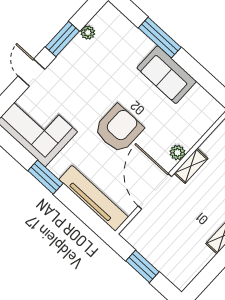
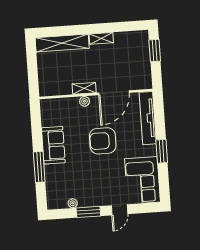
window: (143, 266) -> (155, 50), moved

